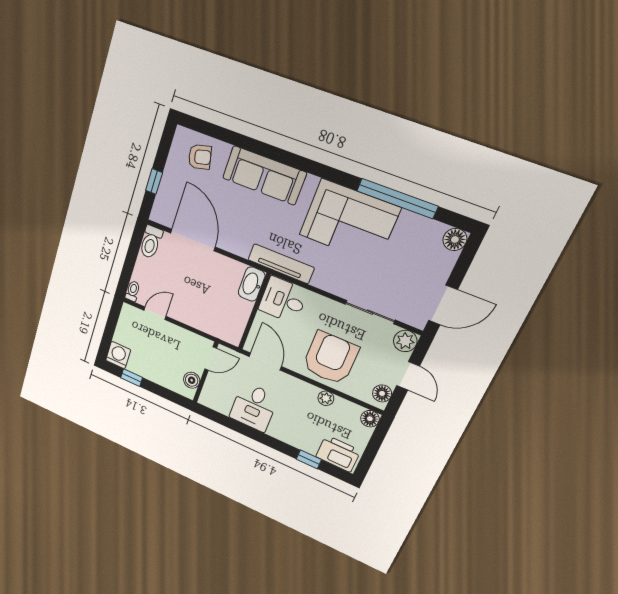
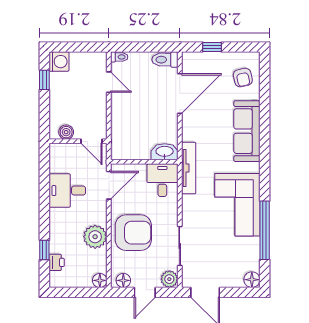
plant: (326, 398) -> (95, 237), width x1.88, depth x1.88
printer: (338, 454) -> (57, 262), width x0.53, depth x0.68

